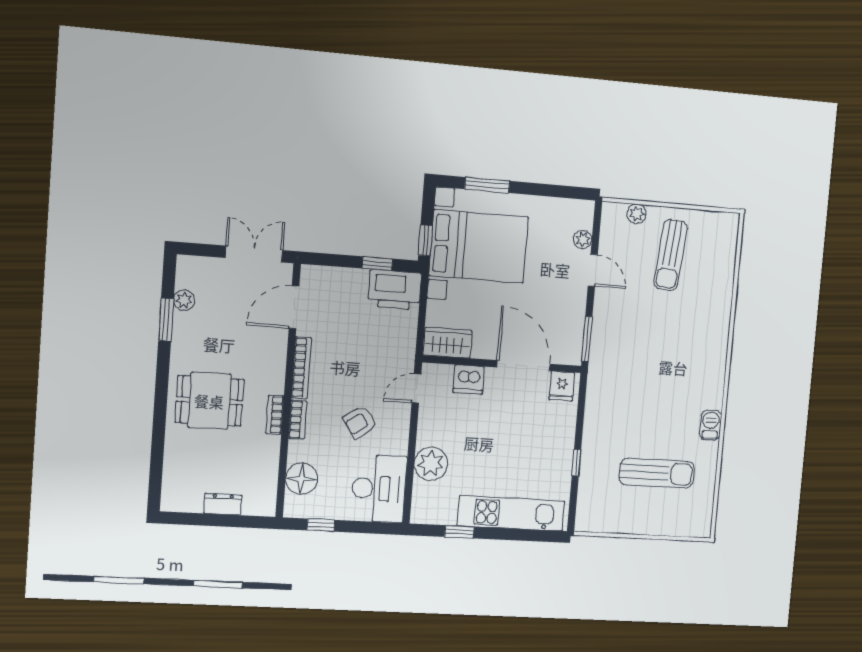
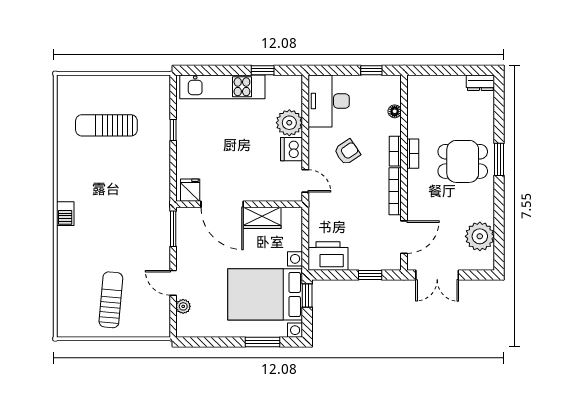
plant: (637, 214) -> (142, 330), removed
window: (377, 264) -> (370, 275), moved
plant: (184, 300) -> (480, 236), width x1.87, depth x1.87
window: (166, 320) -> (499, 159), moved
wardrobe: (447, 343) -> (262, 218), moved
dishwasher: (469, 379) -> (292, 149), moved, turned -90
door: (416, 388) -> (305, 181), hinge flipped
barbecue: (711, 425) -> (65, 214), moved
floor lamp: (302, 479) -> (395, 111), width x0.53, depth x0.53
dresser: (223, 504) -> (480, 83), moved

